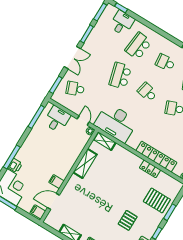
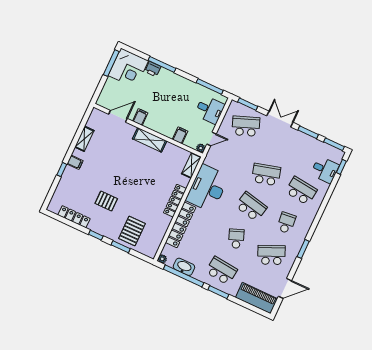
double door: (72, 58) -> (280, 119), swing flipped
school desk: (75, 89) -> (246, 126), width x1.85
school desk: (147, 92) -> (251, 207), width x1.85
desk: (116, 123) -> (207, 188), moved
shelving: (85, 163) -> (150, 140), moved
locker: (150, 169) -> (175, 201), moved, width x1.53
door: (53, 201) -> (118, 116), hinge flipped
filing cabinet: (38, 212) -> (180, 135), moved

